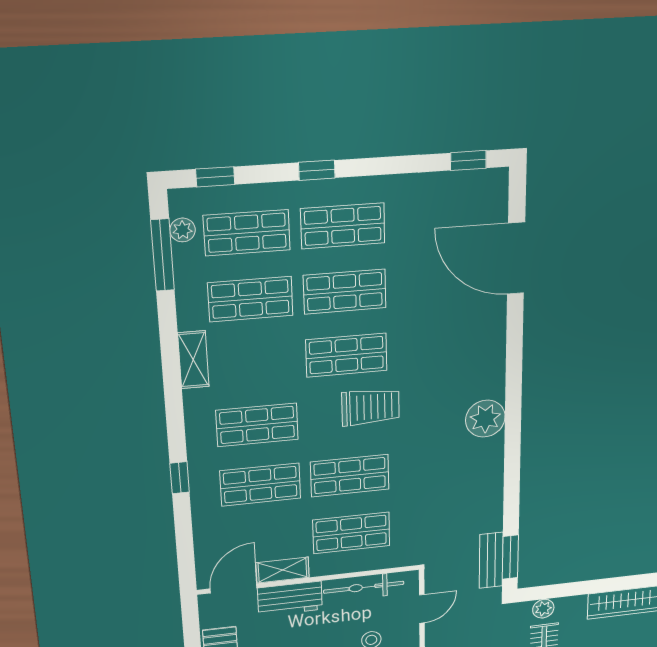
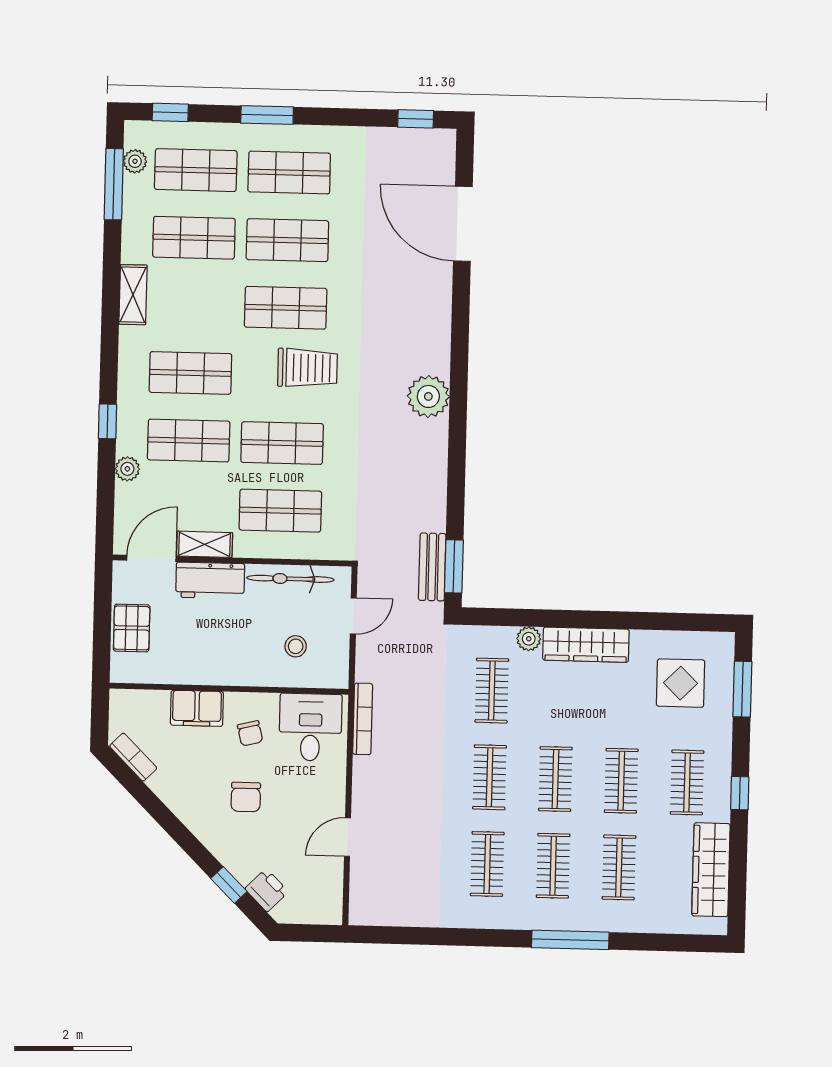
window: (317, 170) -> (267, 115), width x1.50
plant: (203, 516) -> (127, 469), added
plant: (543, 609) -> (529, 639), moved

